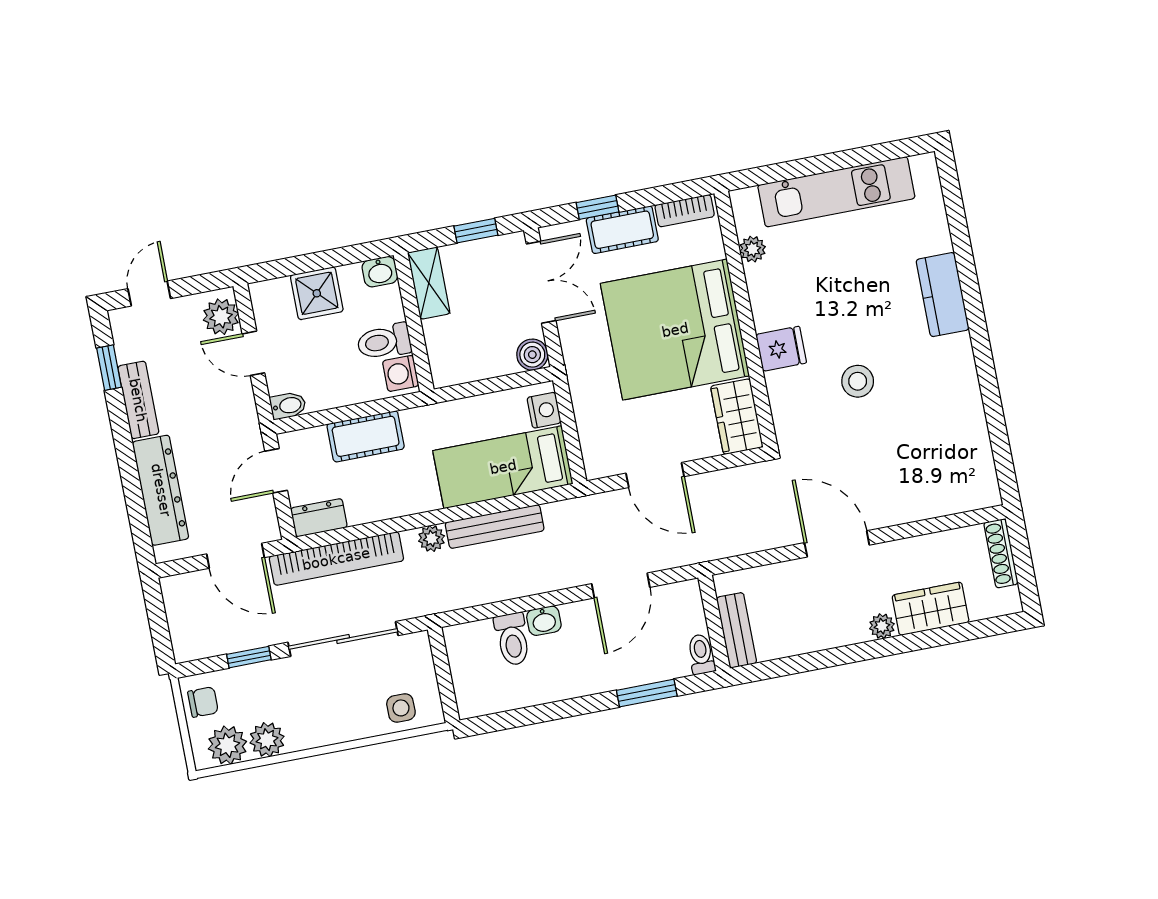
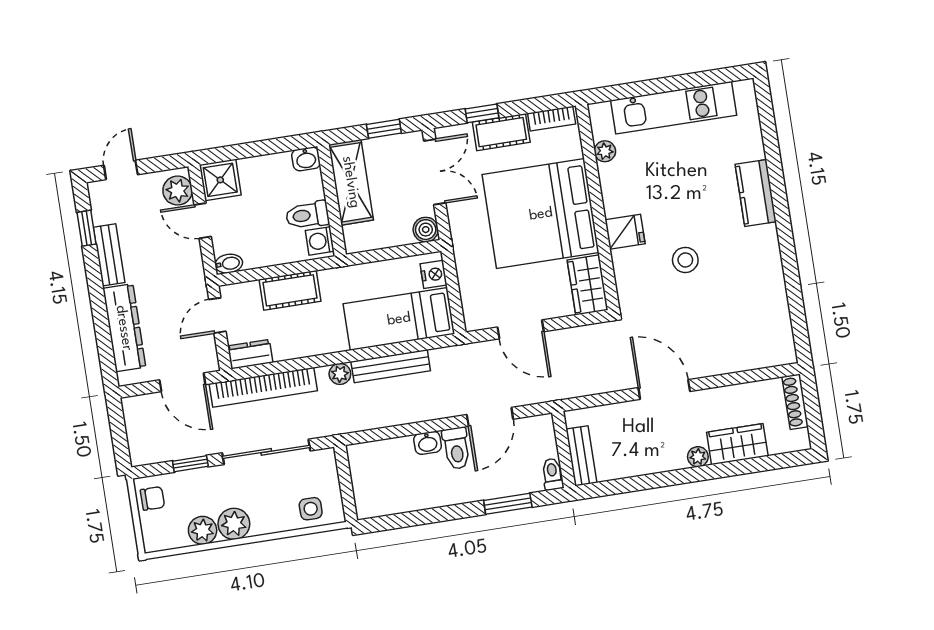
shelving: (429, 283) -> (351, 182), width x1.50, depth x1.33
shower: (317, 293) -> (220, 180), moved
toilet: (512, 639) -> (456, 448), moved
plant: (227, 745) -> (234, 524), moved

